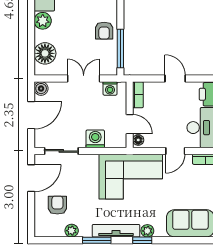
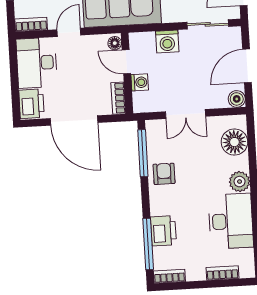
door: (175, 79) -> (74, 120), width x1.88
washing machine: (110, 88) -> (140, 82), moved, turned 90

